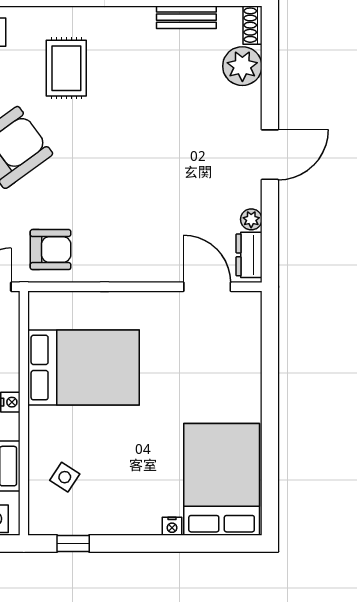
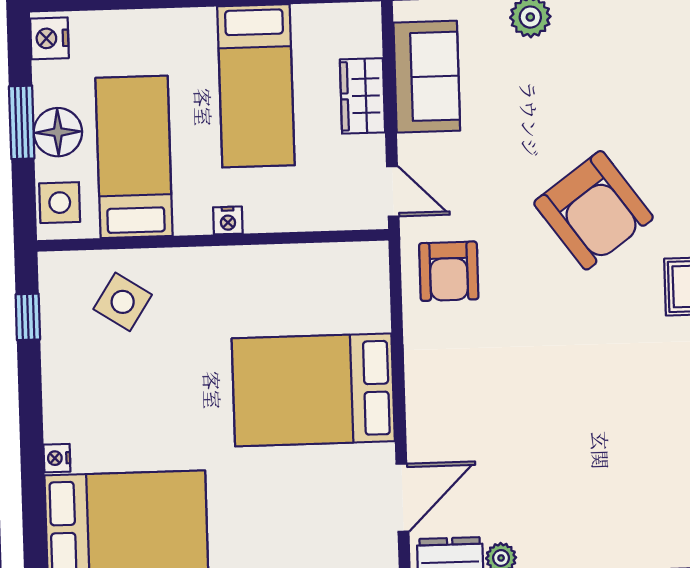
bed: (84, 368) -> (313, 390), moved, turned 90
side table: (65, 477) -> (123, 302), width x1.37, depth x1.37

